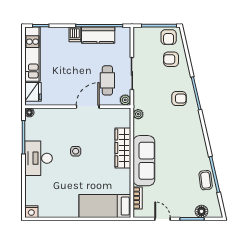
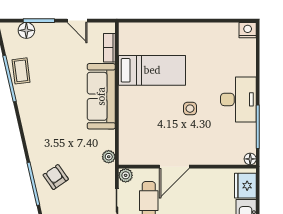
armchair: (179, 99) -> (56, 177), turned 55
wardrobe: (123, 148) -> (129, 113), removed
bed: (105, 206) -> (152, 70), moved

